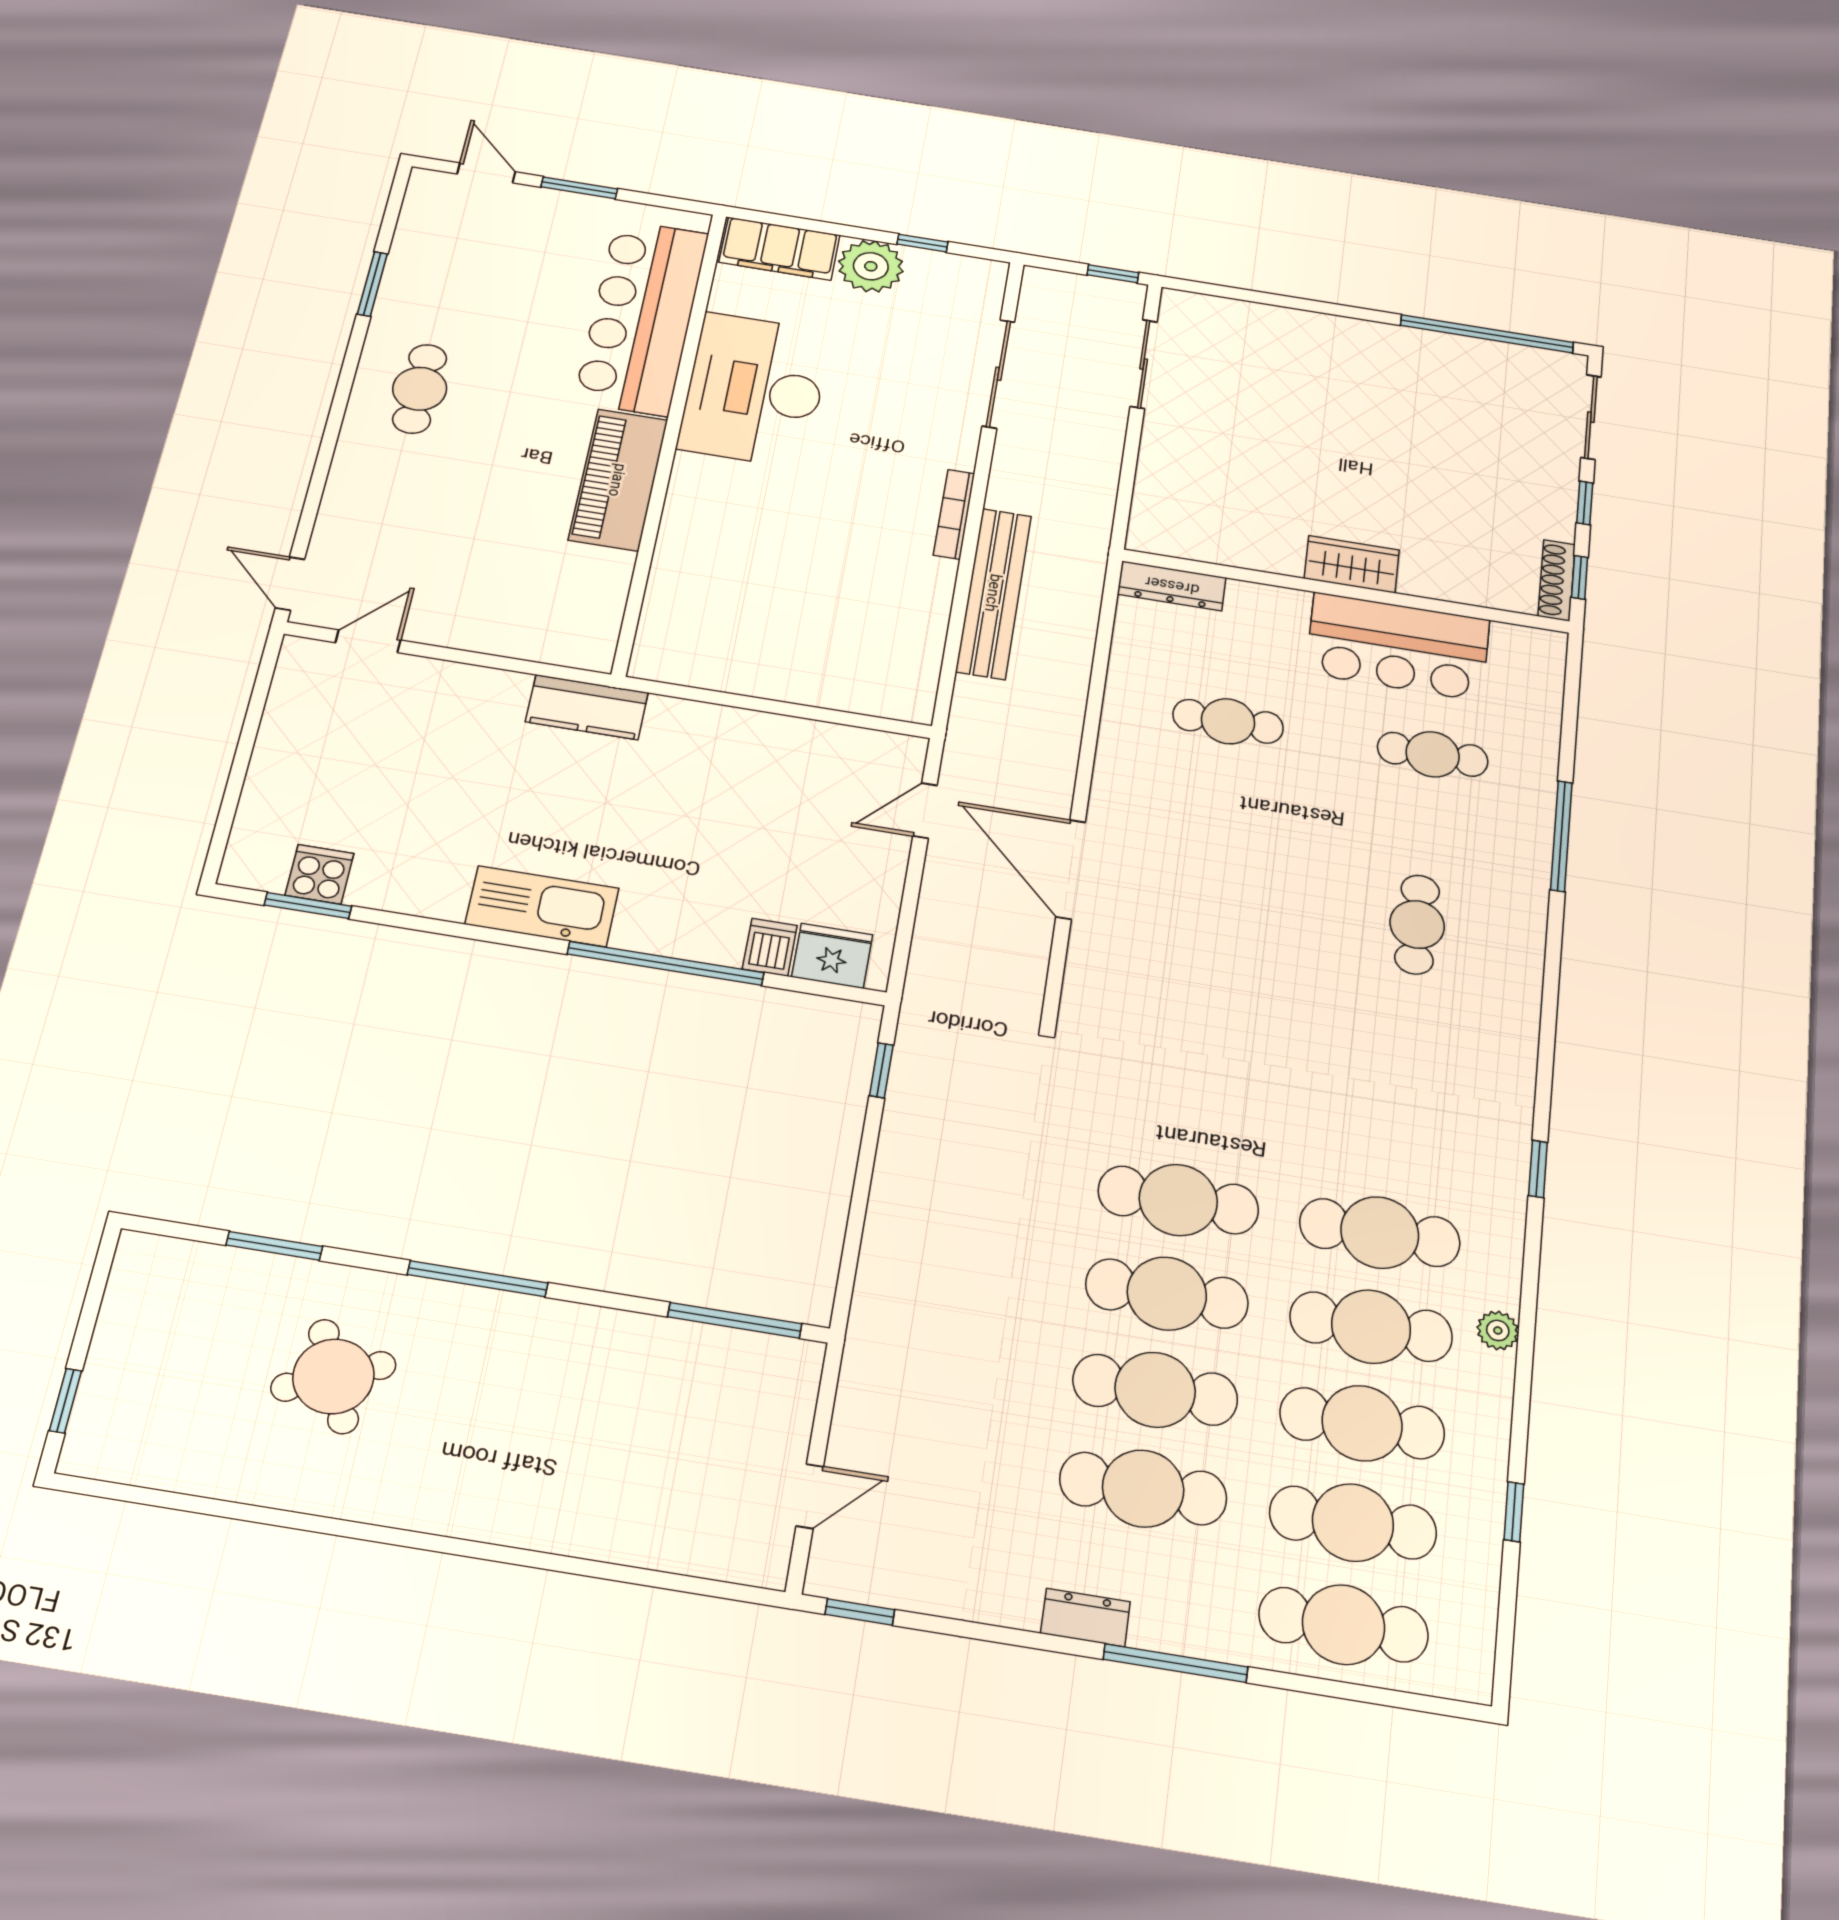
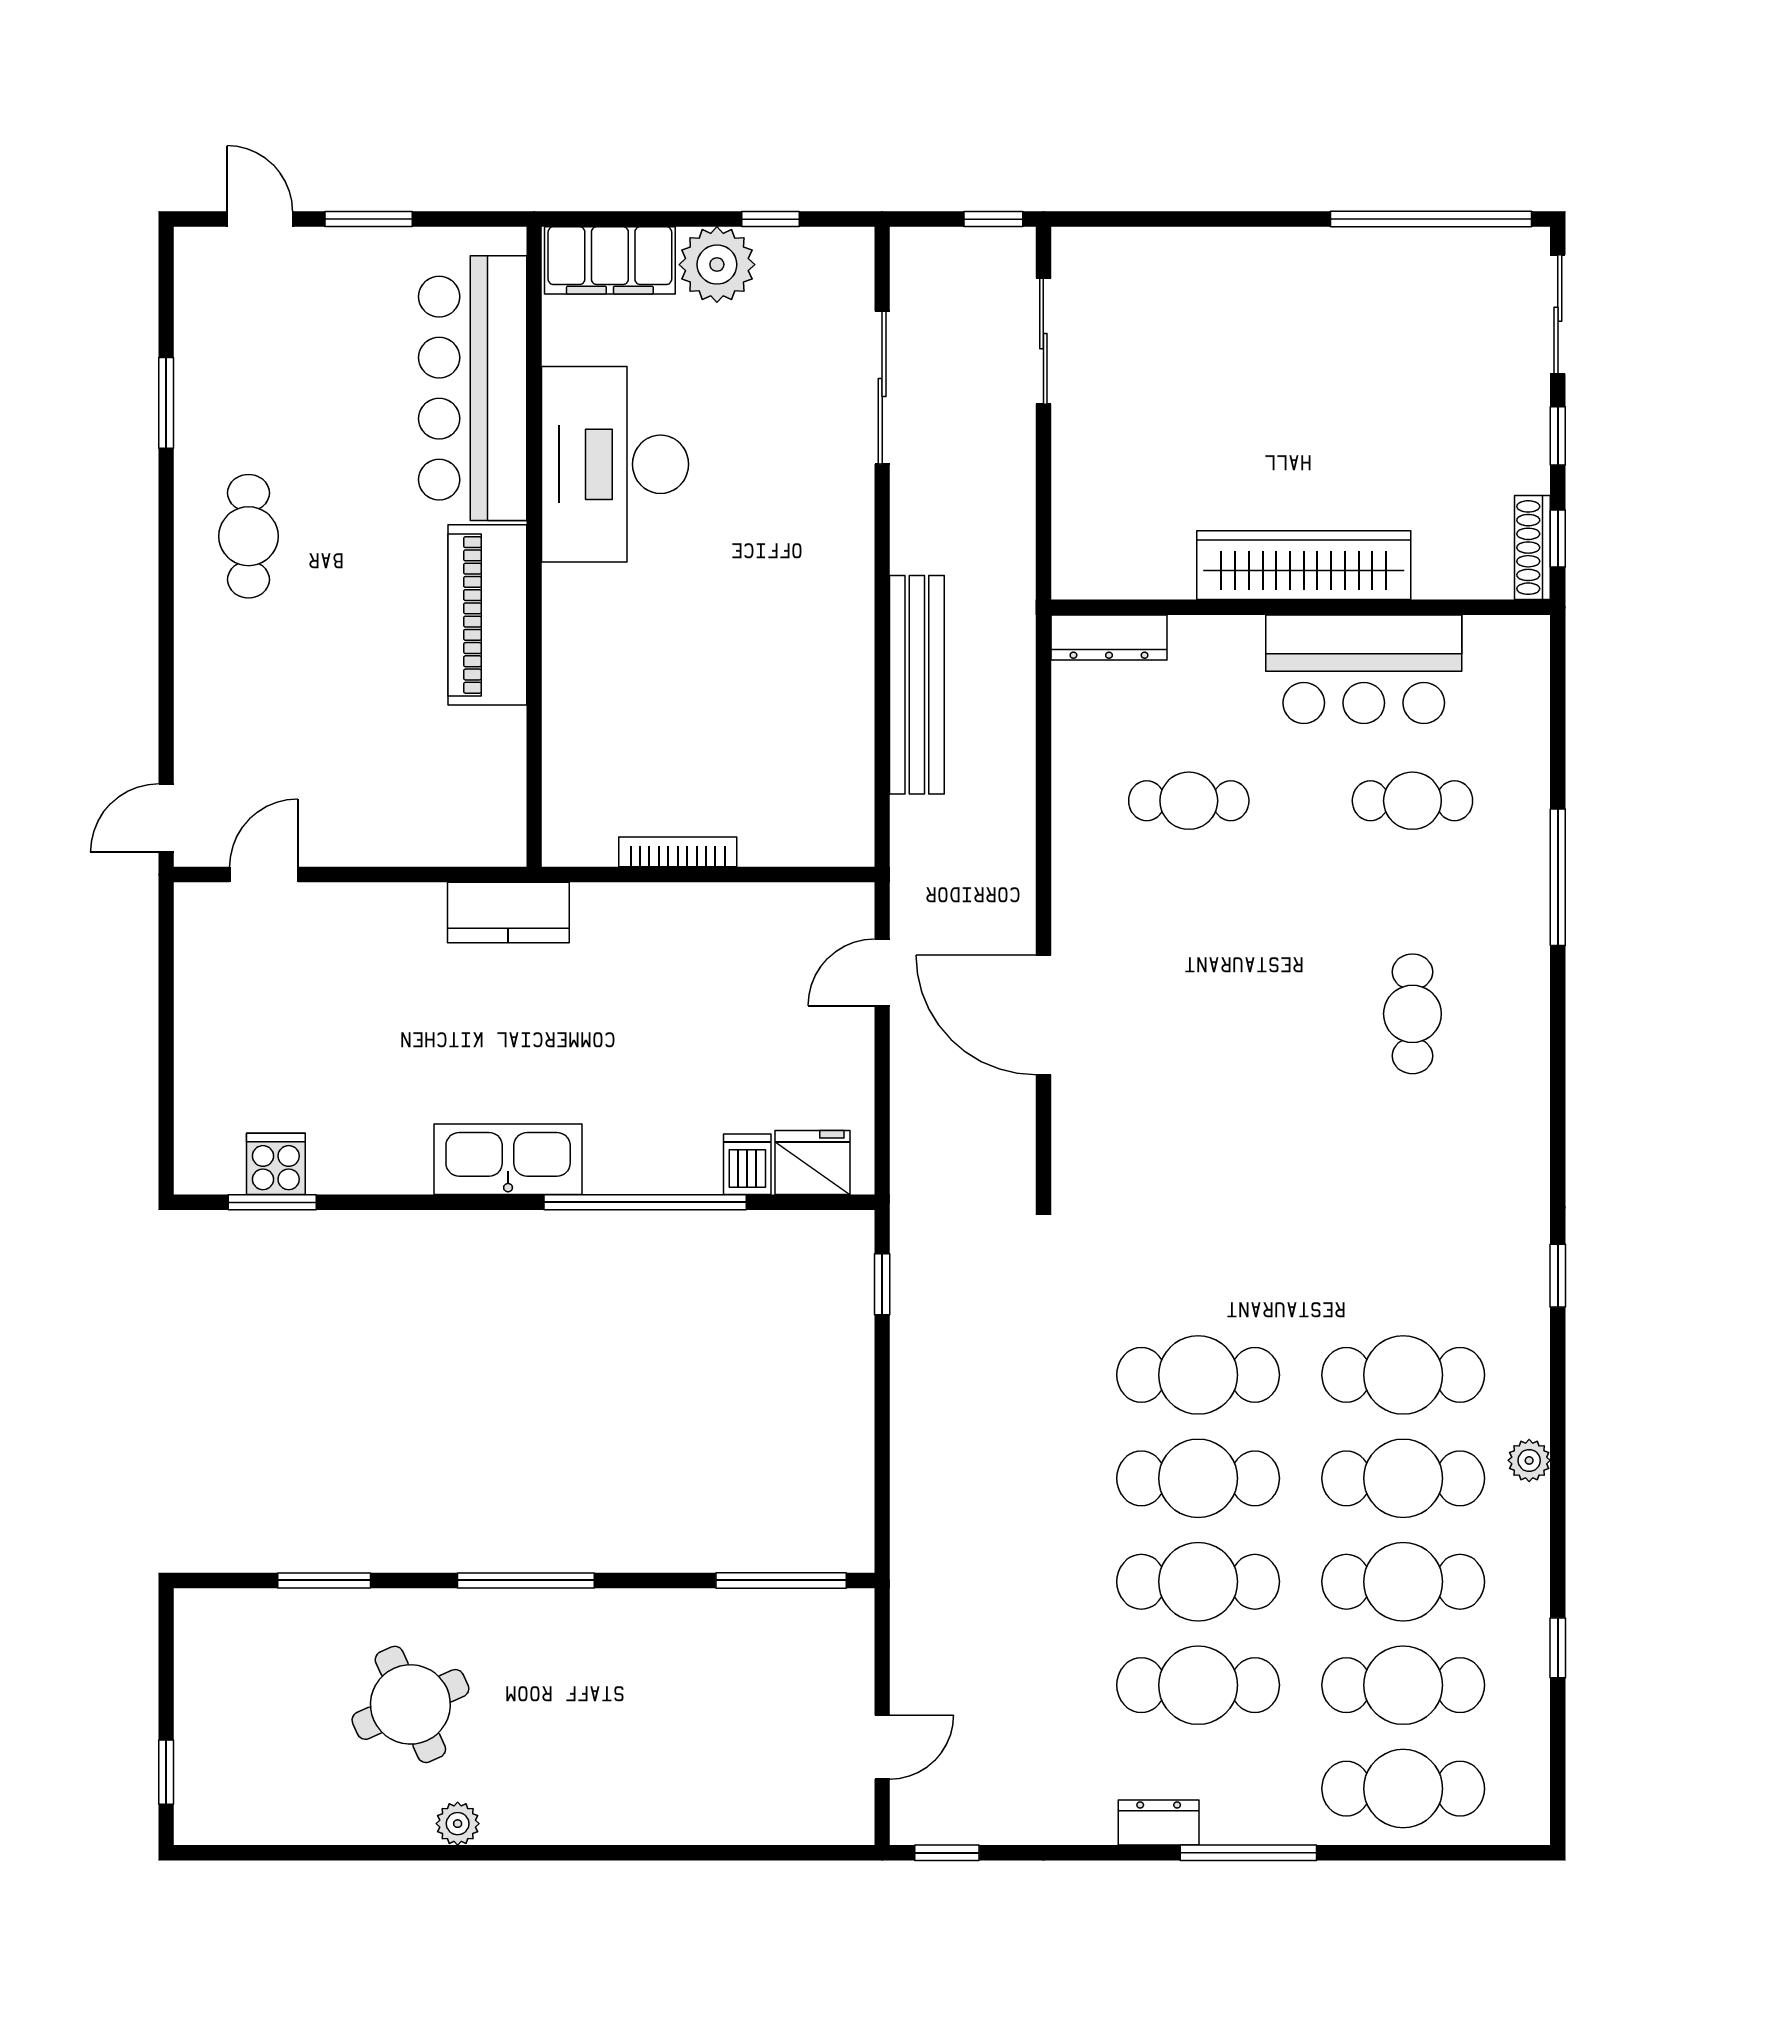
bookcase: (954, 514) -> (678, 852), moved, turned 90
wardrobe: (1352, 564) -> (1304, 565), width x2.10, depth x1.17
door: (290, 584) -> (166, 818), hinge flipped
plant: (355, 1500) -> (458, 1824), added

